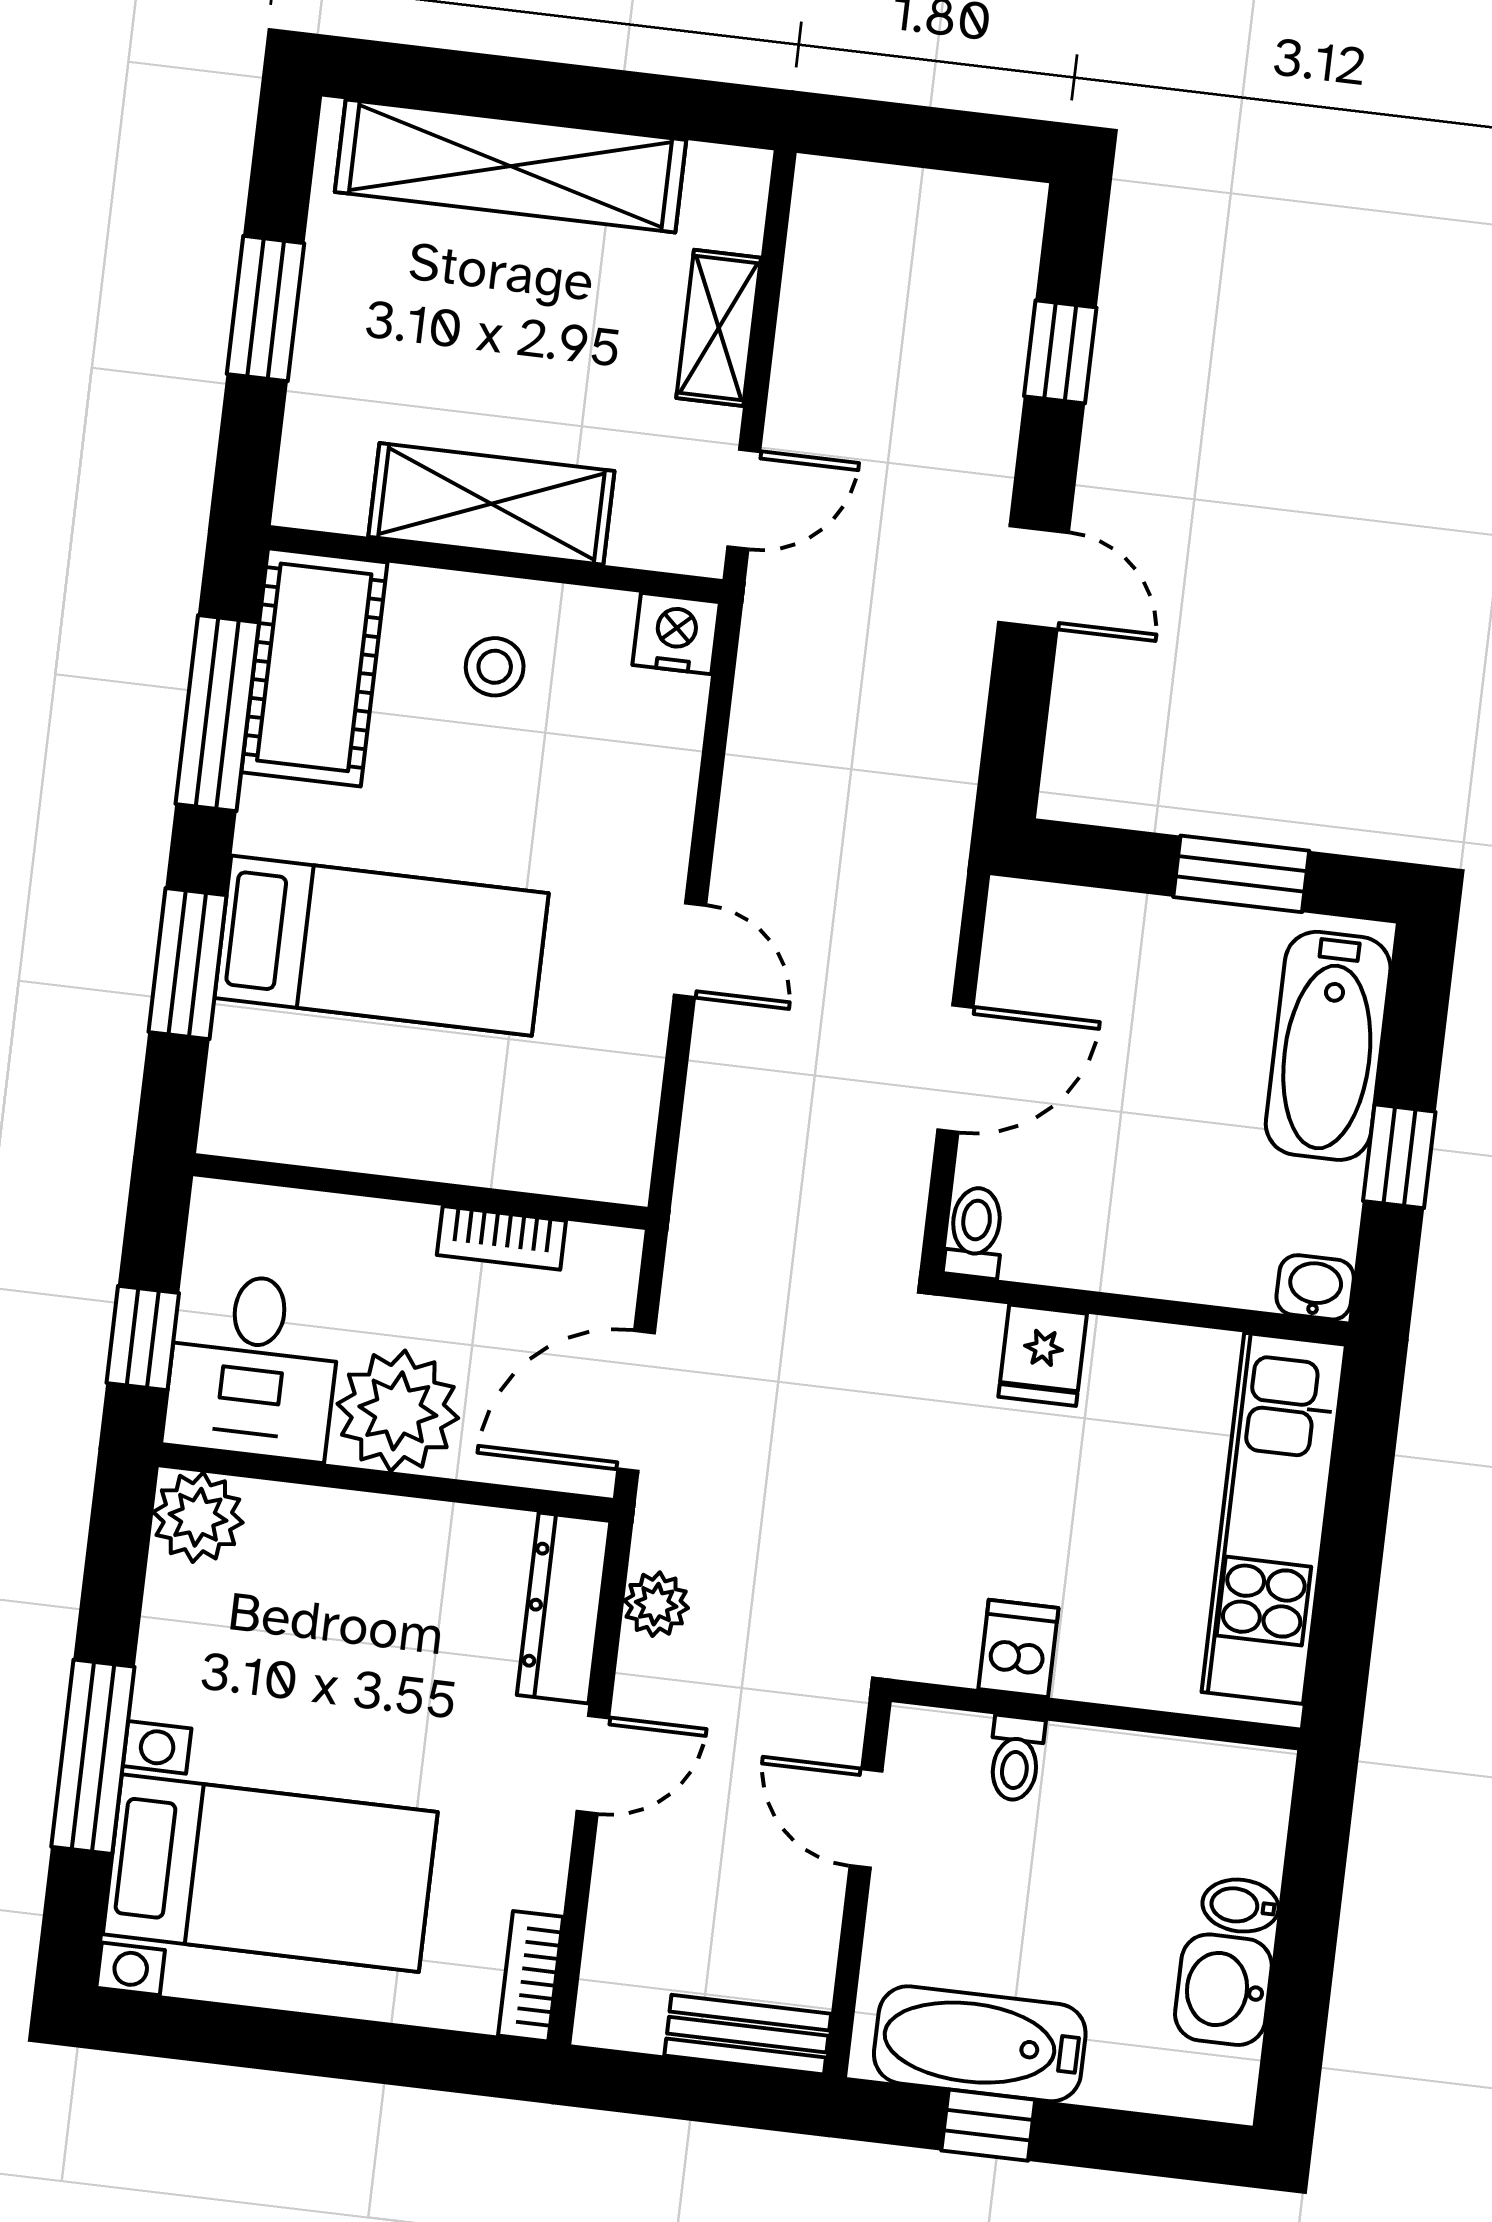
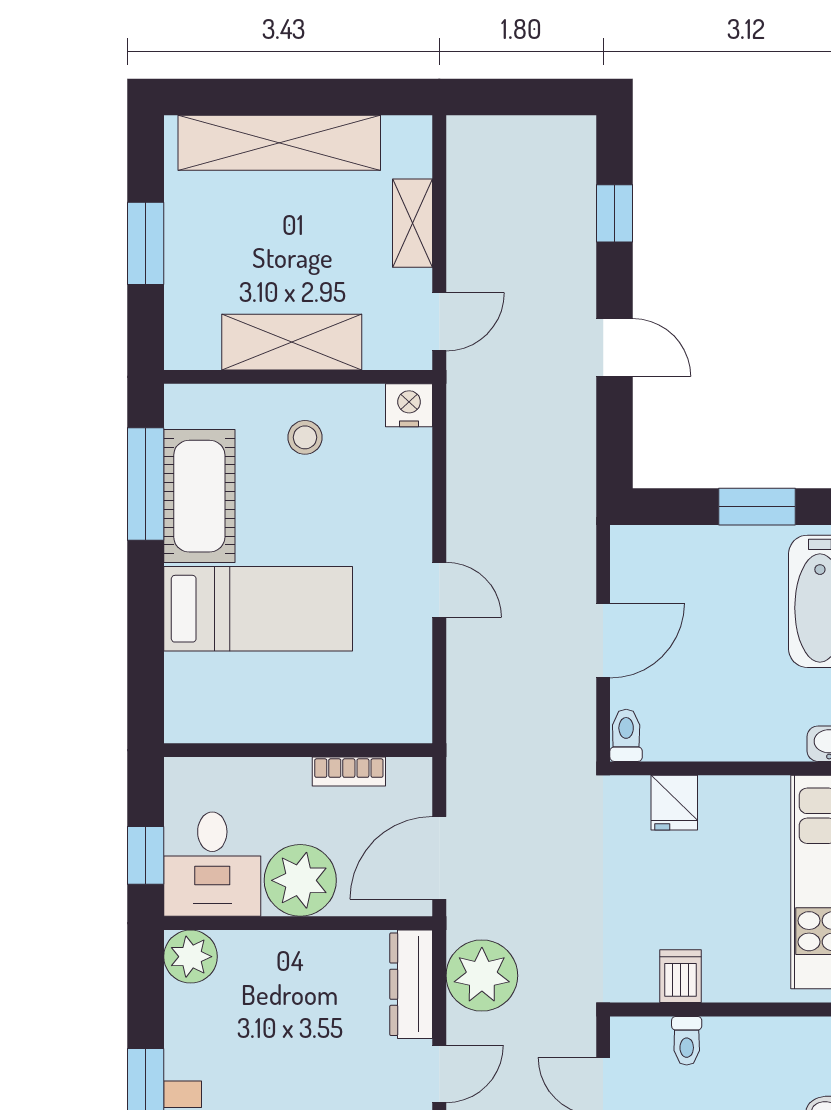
cot: (314, 667) -> (199, 496), moved
window: (187, 964) -> (146, 633), removed
plant: (656, 1604) -> (482, 976), width x1.87, depth x1.87

